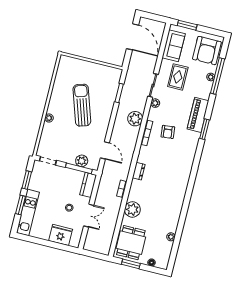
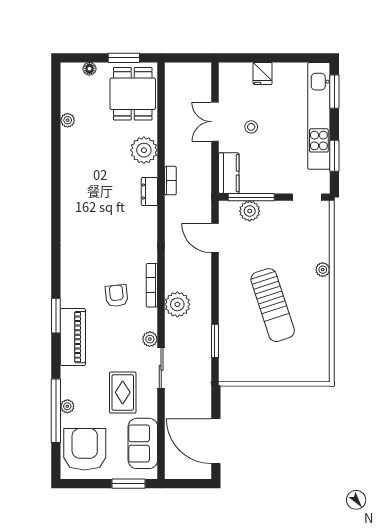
dresser: (139, 171) -> (149, 192), moved
window: (20, 205) -> (334, 92), moved
kitchen unit: (28, 212) -> (319, 116), width x1.36
fridge: (61, 235) -> (263, 74), width x0.53, depth x0.75

